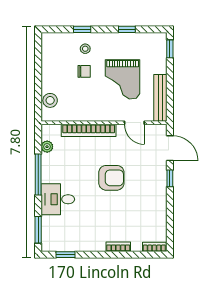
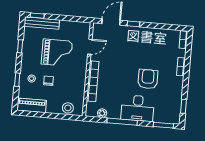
piano: (49, 52) -> (32, 105), added
bench: (160, 98) -> (42, 23), moved
armchair: (111, 178) -> (148, 79), moved
desk: (58, 199) -> (138, 108), width x1.37

